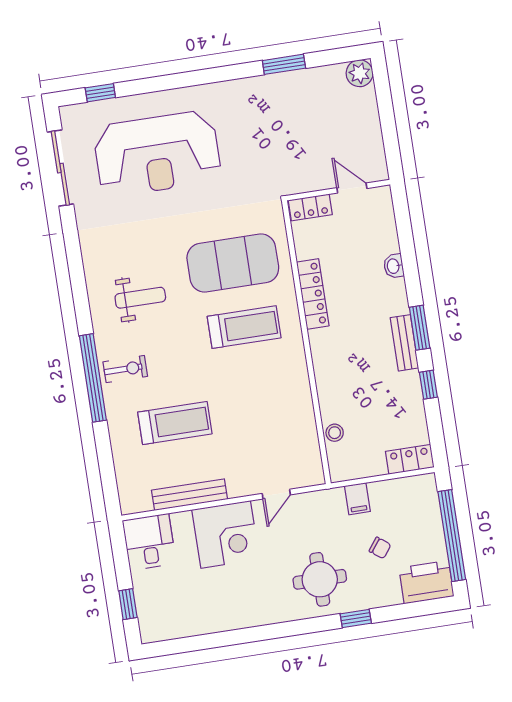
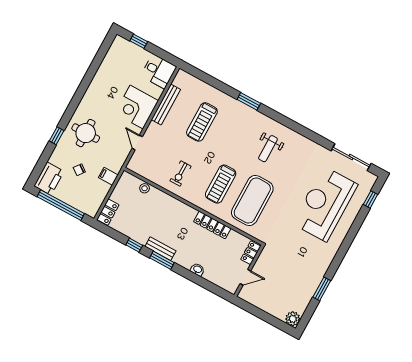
exercise bike: (125, 369) -> (180, 173), moved
window: (93, 378) -> (249, 101), width x0.47

